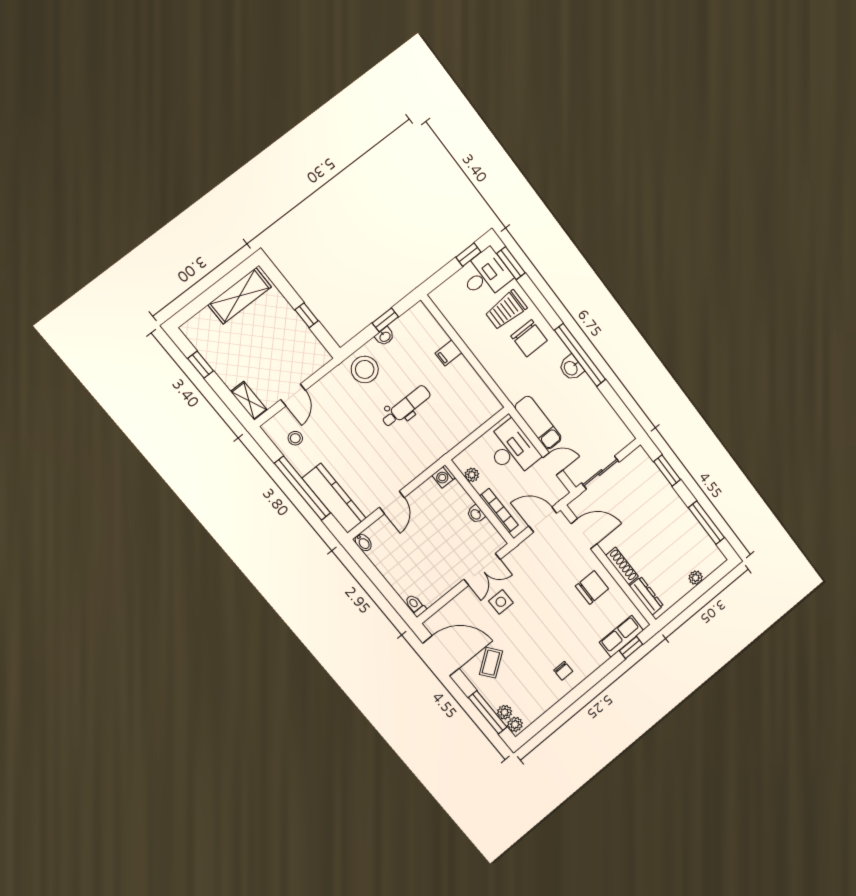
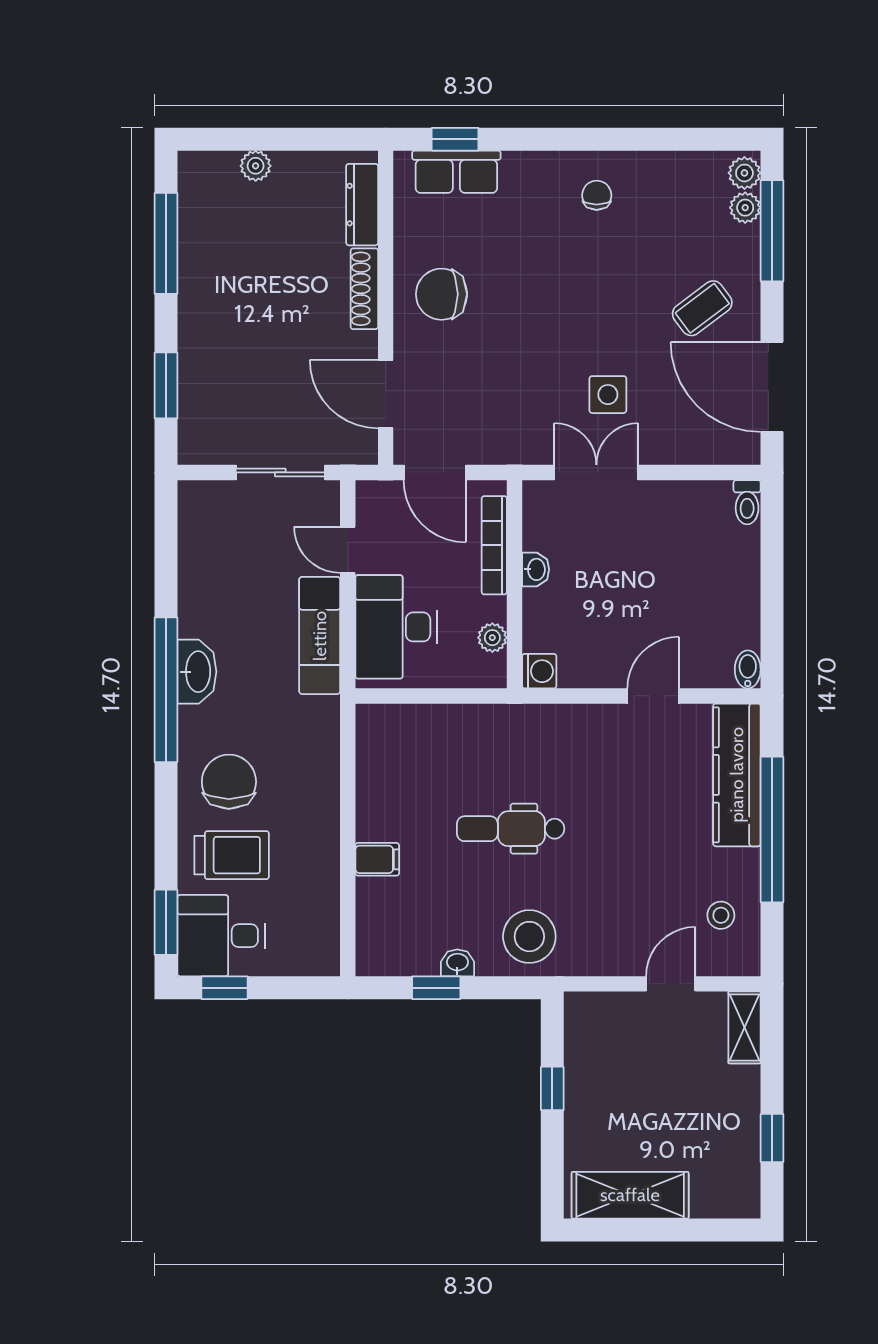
washbasin: (571, 368) -> (197, 672), width x1.38

